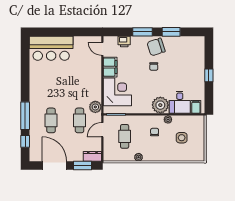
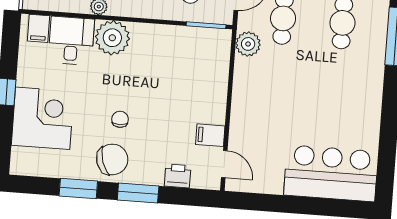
filing cabinet: (110, 67) -> (210, 135), width x0.50
corner desk: (117, 92) -> (43, 118), moved, turned 180

